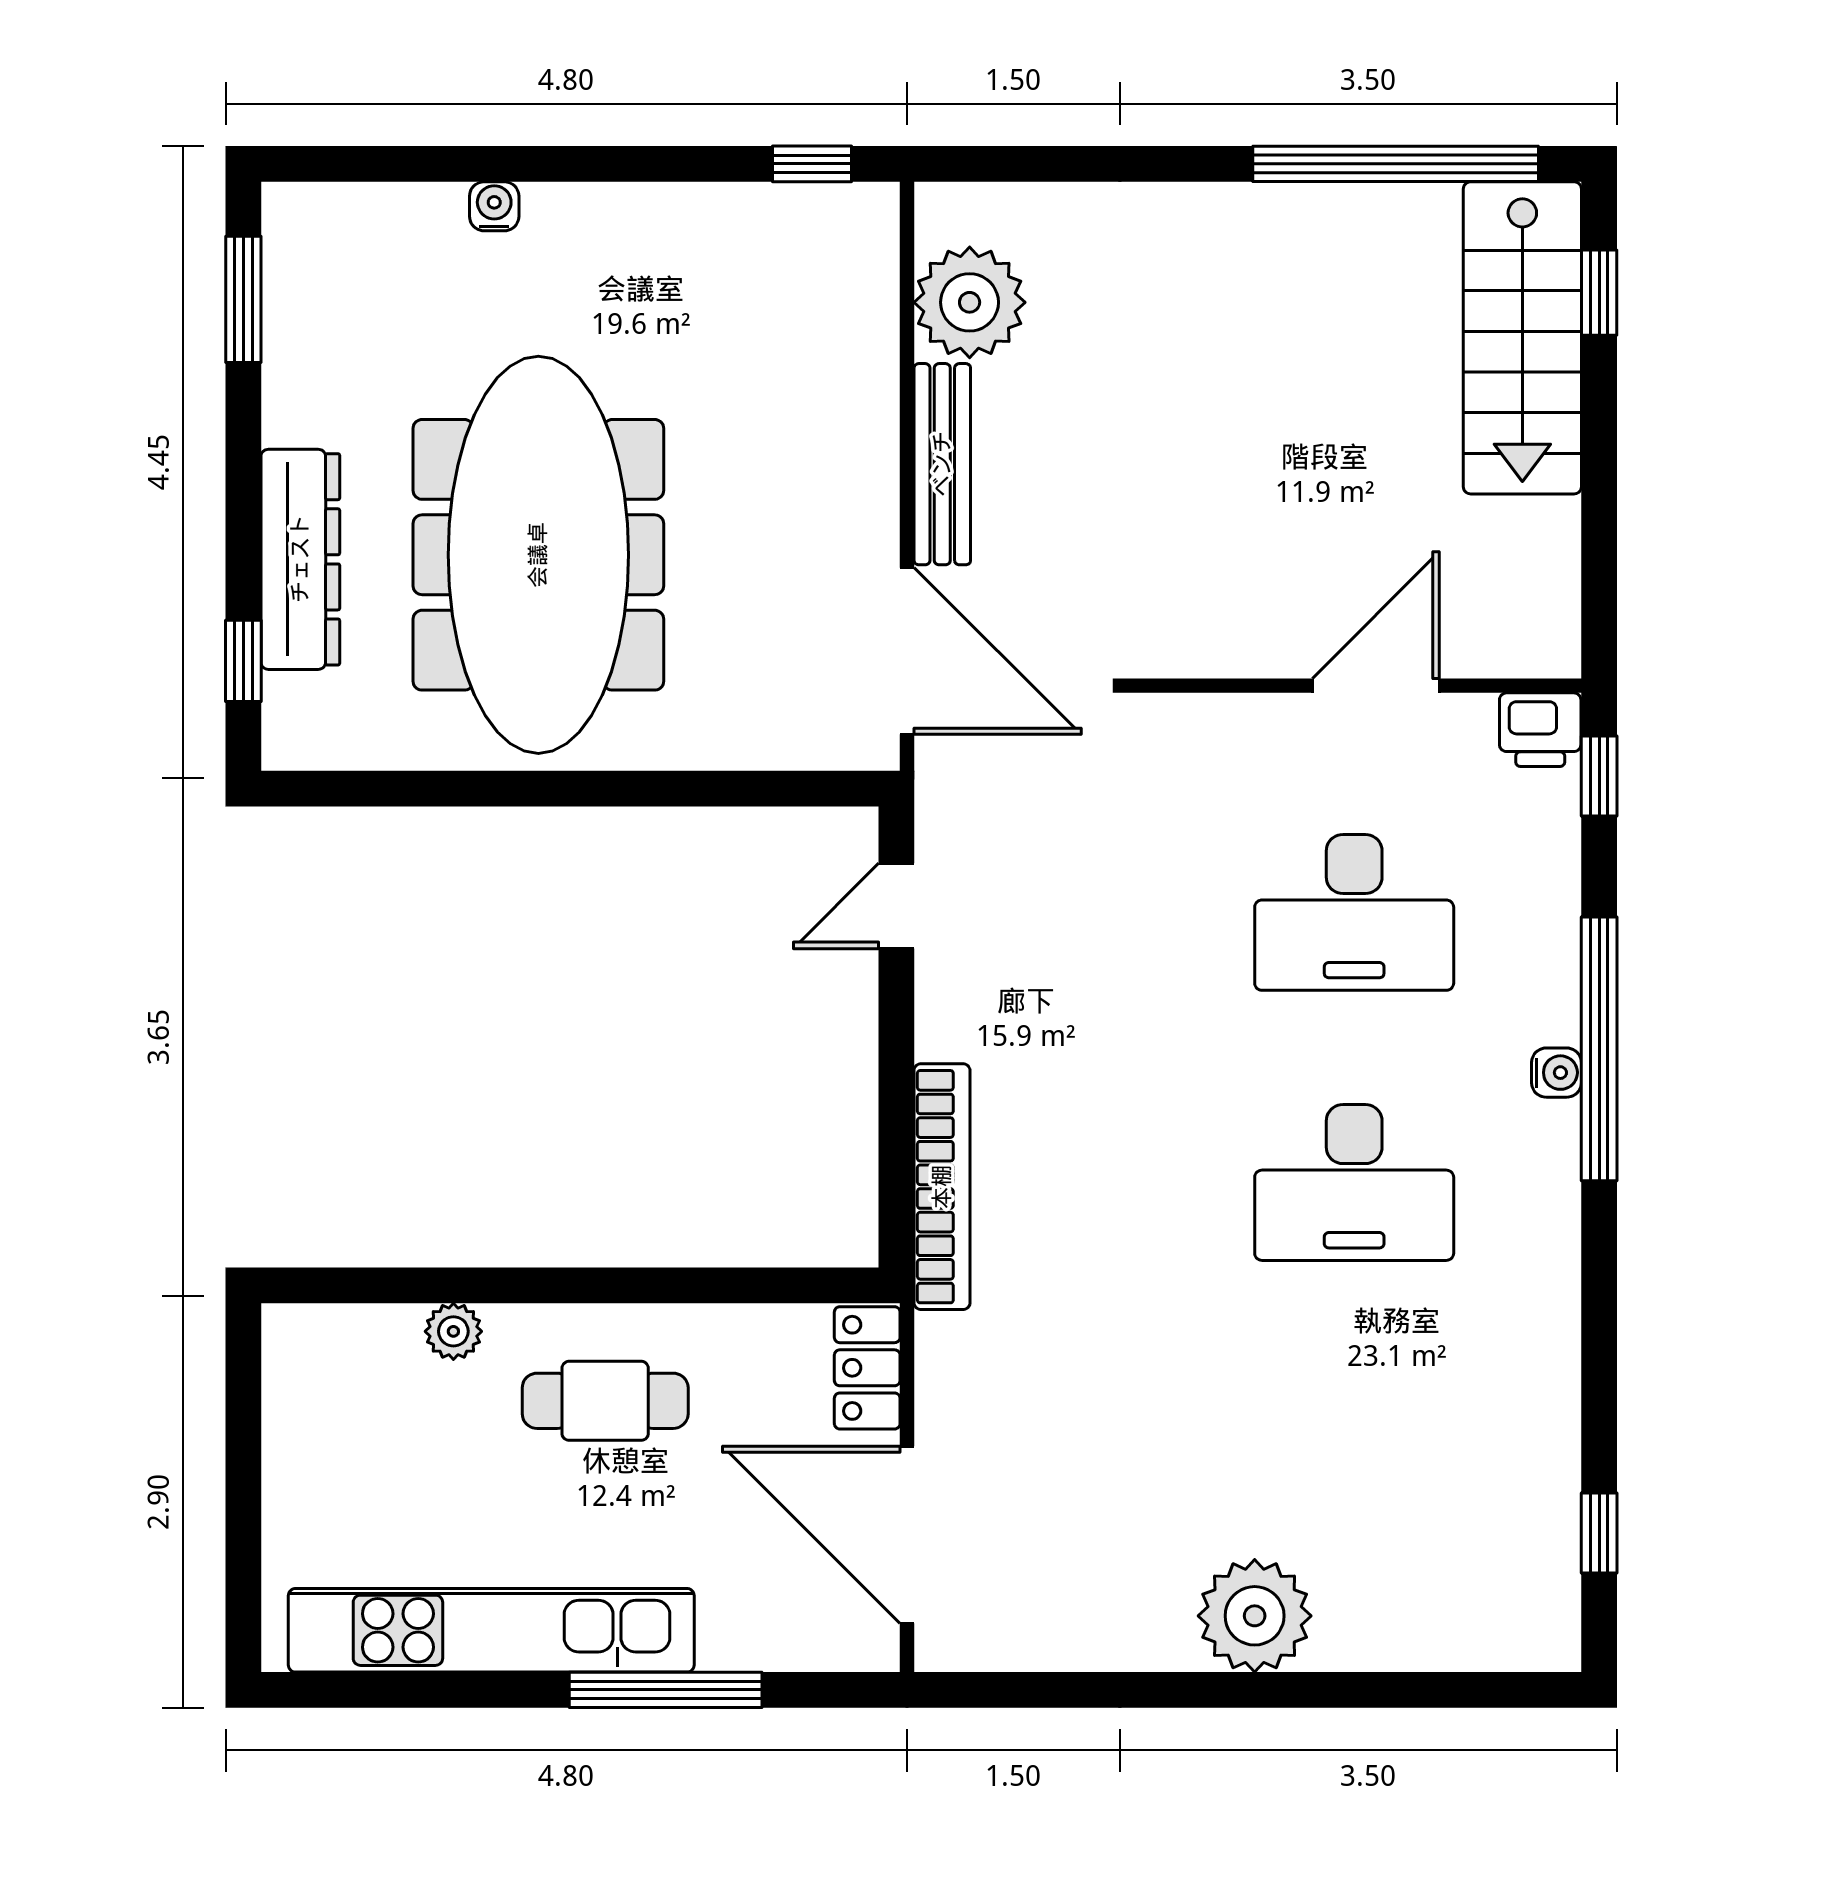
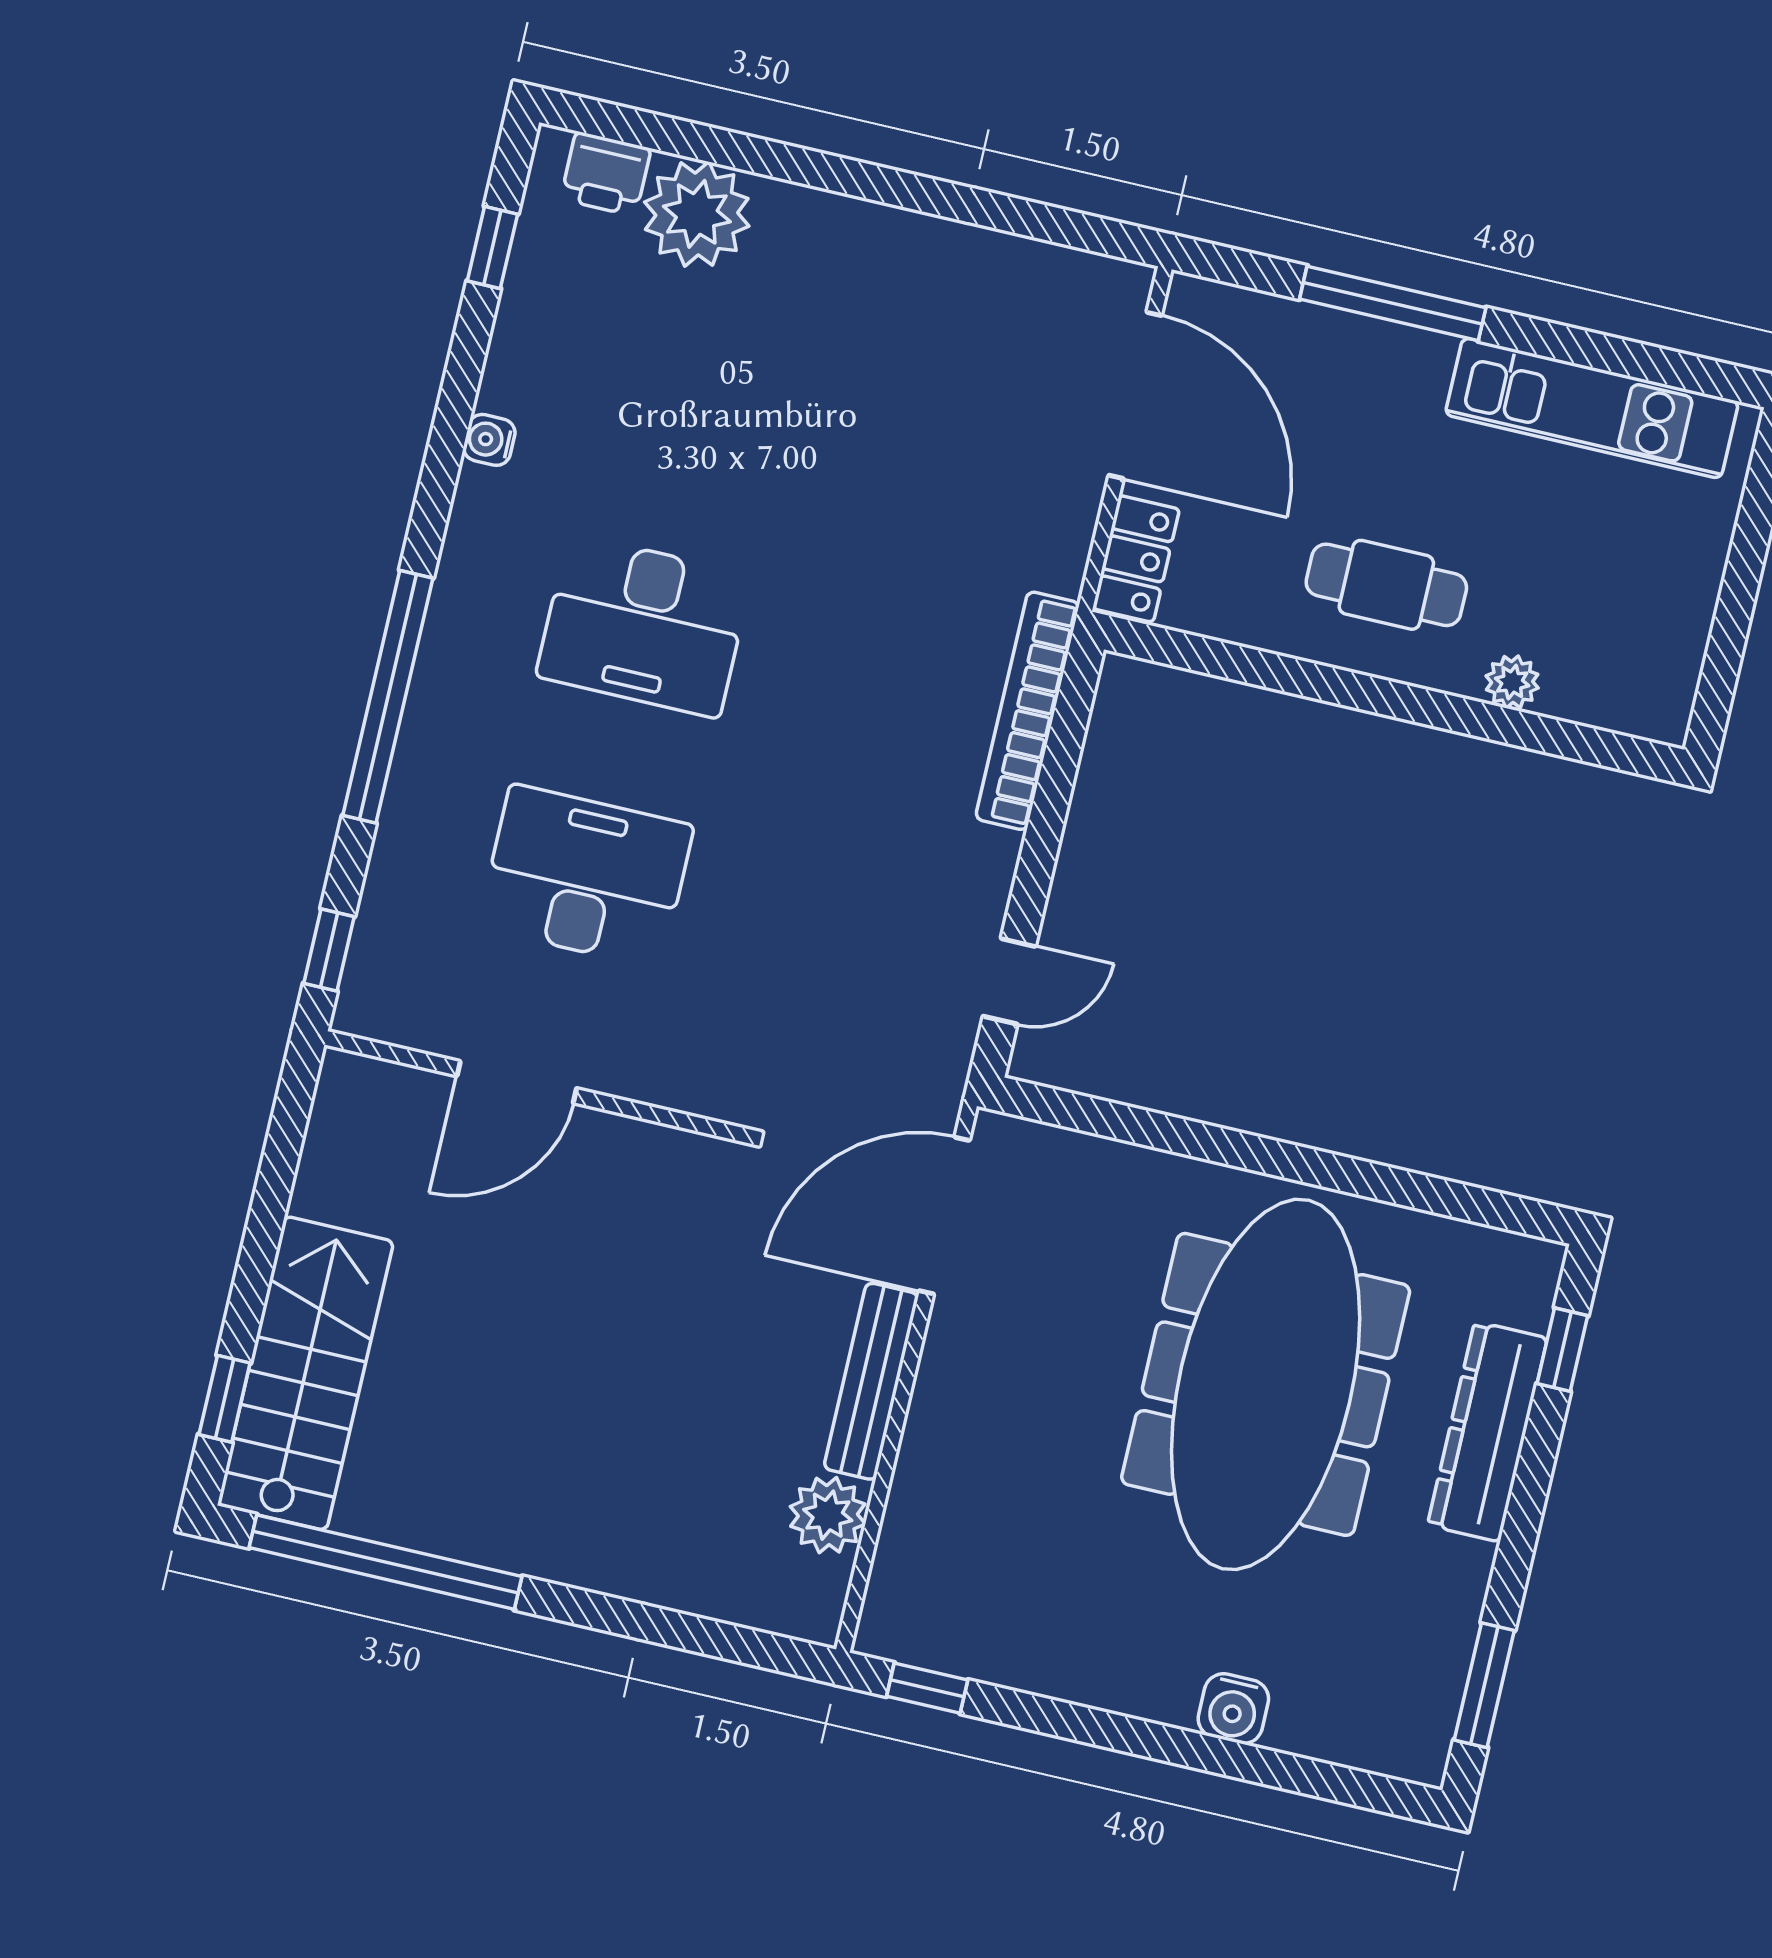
water cooler: (494, 206) -> (1233, 1709), width x1.38, depth x1.38
plant: (970, 302) -> (828, 1515), width x0.73, depth x0.73
door: (907, 651) -> (944, 1216), hinge flipped
printer: (1540, 730) -> (606, 174), moved, turned 180
water cooler: (1556, 1073) -> (489, 440), moved
desk: (1354, 1182) -> (644, 626), turned 180
plant: (1255, 1616) -> (697, 214), moved
kitchen unit: (491, 1630) -> (1592, 408), width x0.73

